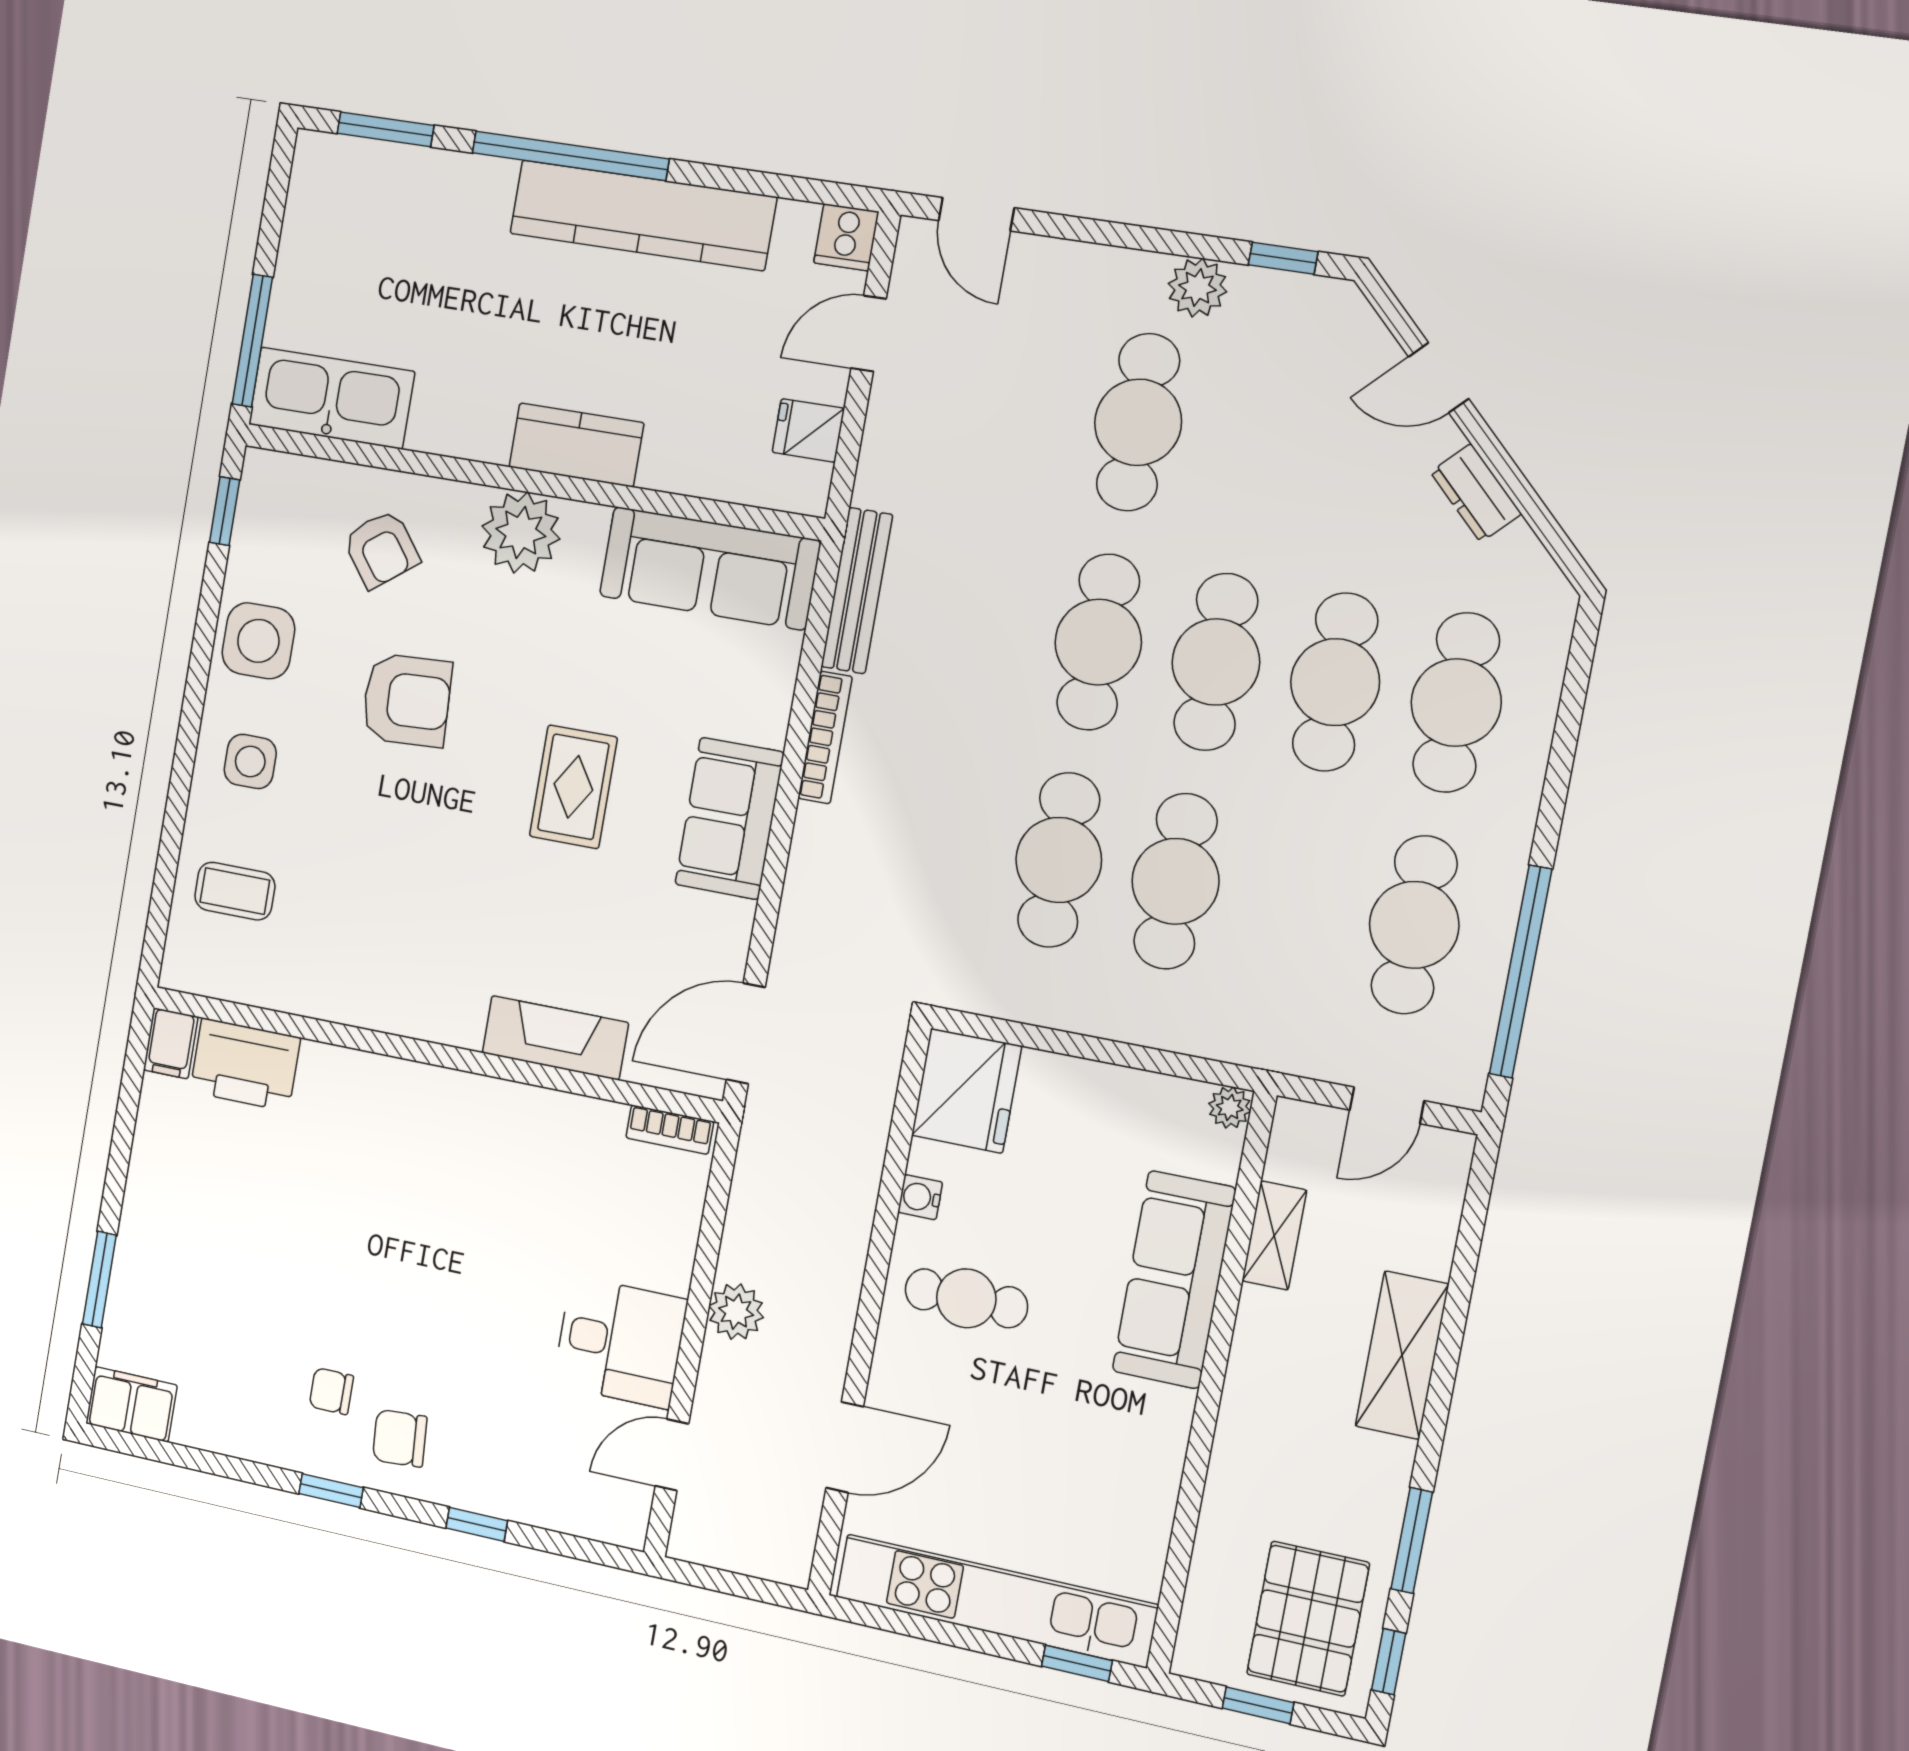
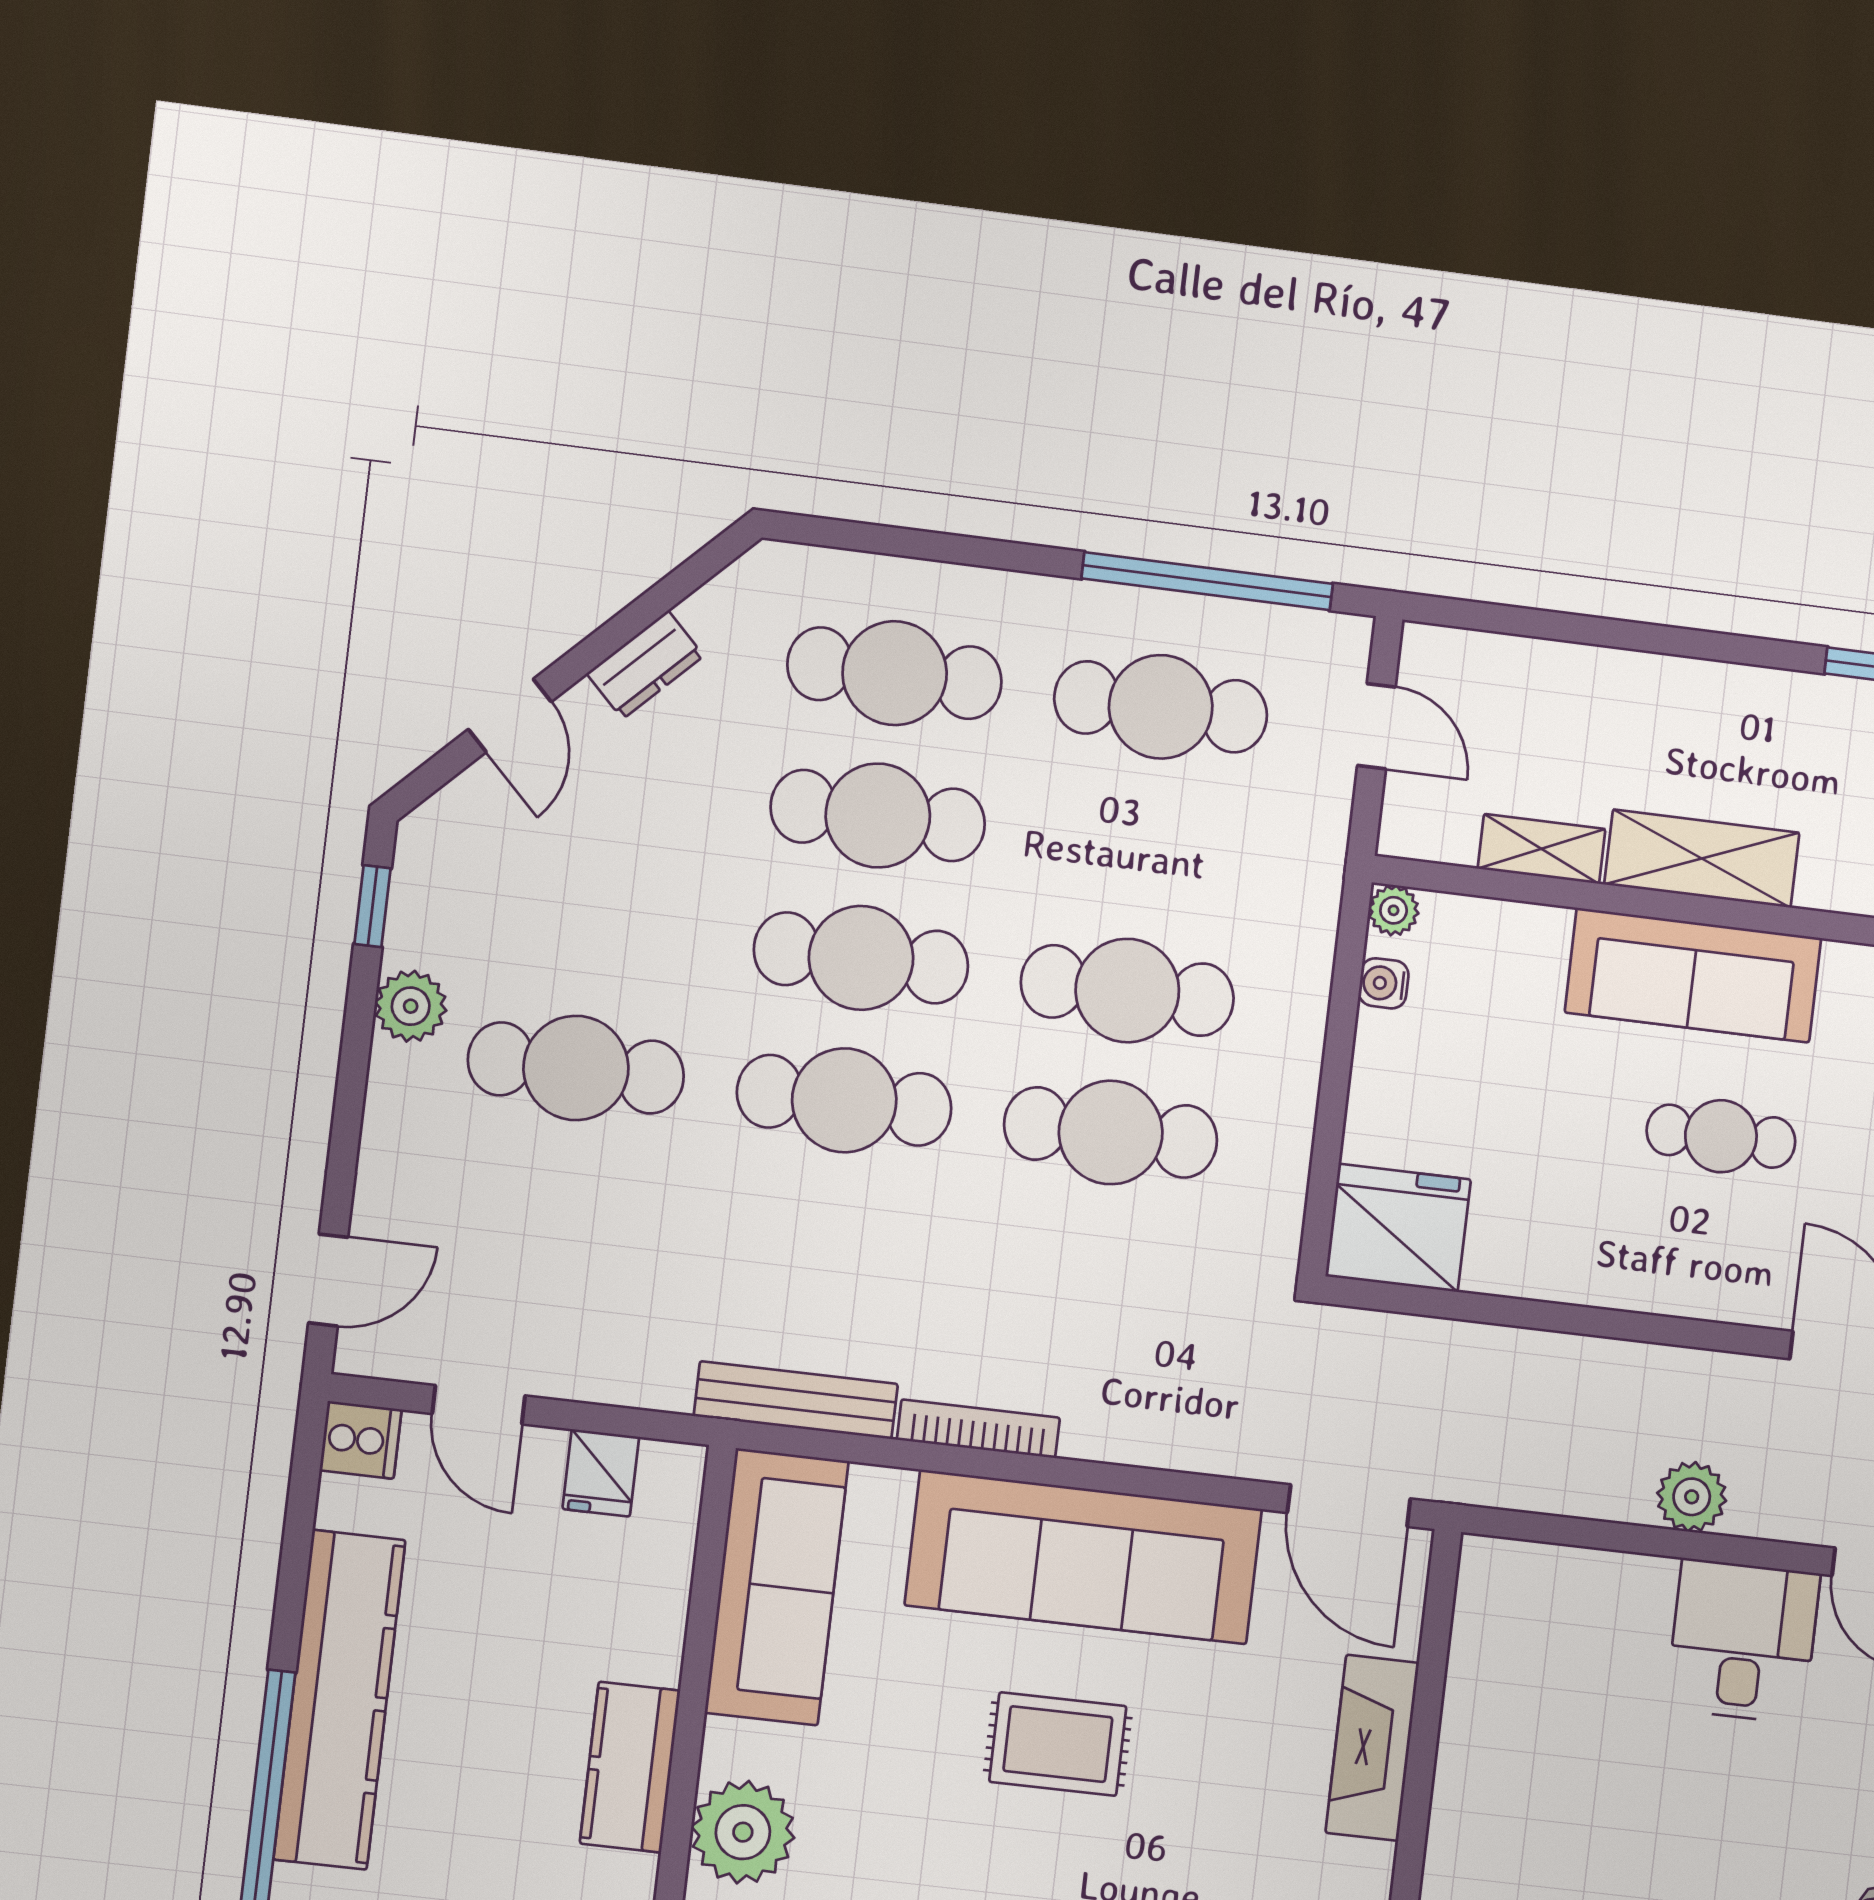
sofa: (729, 818) -> (1083, 1557), width x1.85, depth x1.27
bookcase: (670, 1130) -> (1475, 1594), removed
water cooler: (920, 1197) -> (1384, 983), moved, turned 90
sofa: (1174, 1280) -> (1693, 975), moved
cafe table: (966, 1298) -> (1721, 1136), moved, turned 90
shelving: (1402, 1355) -> (1702, 859), moved

